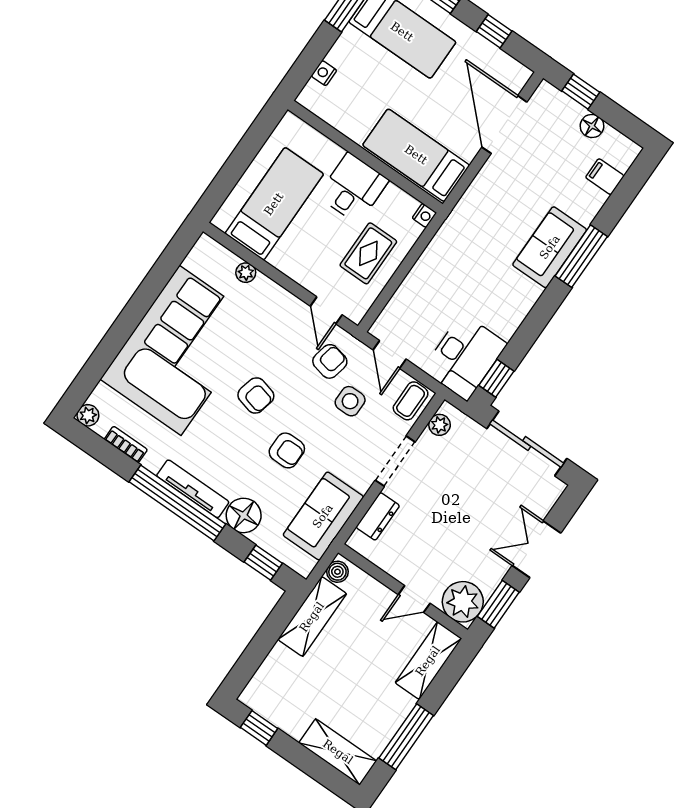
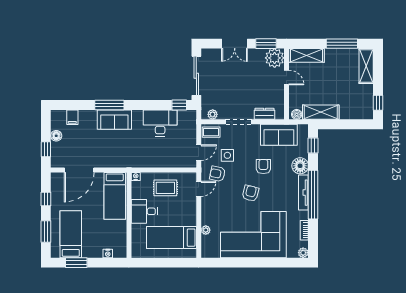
desk: (465, 357) -> (160, 123), moved

